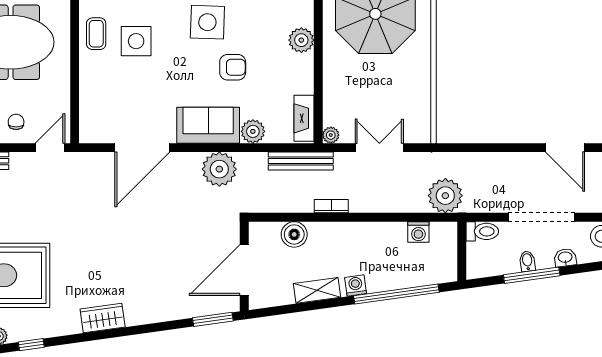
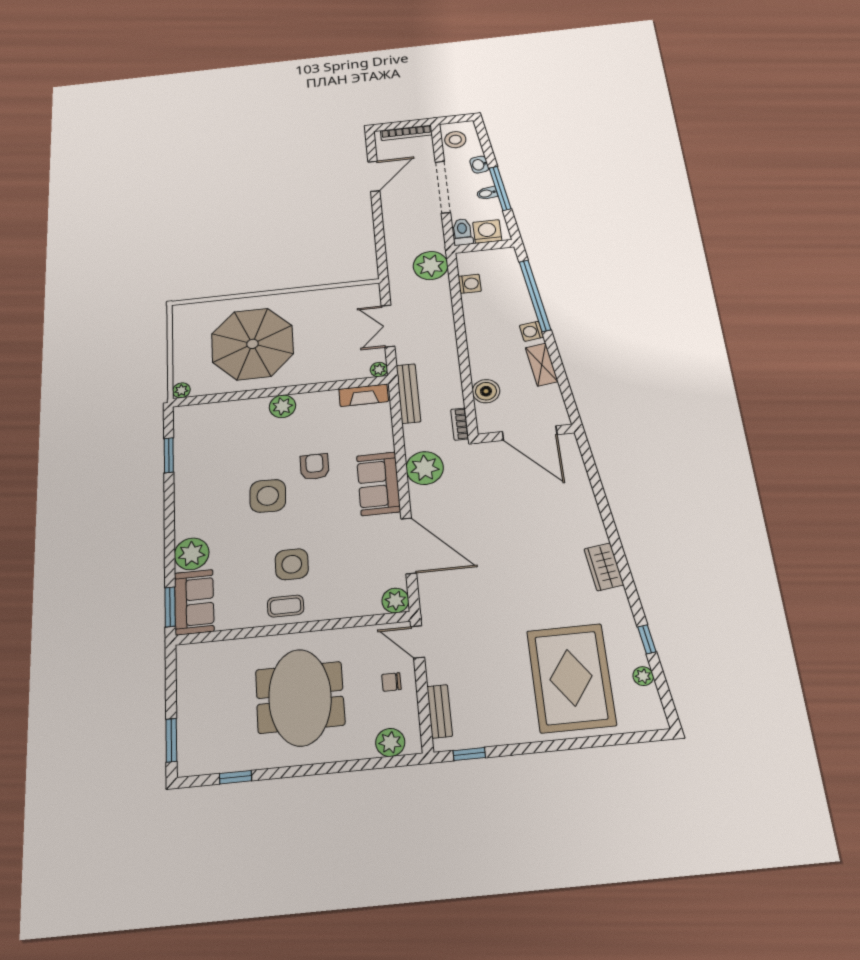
plant: (253, 131) -> (395, 600), moved
bookcase: (331, 206) -> (460, 424), moved
washing machine: (479, 256) -> (487, 231), added
window: (213, 319) -> (588, 457), removed

